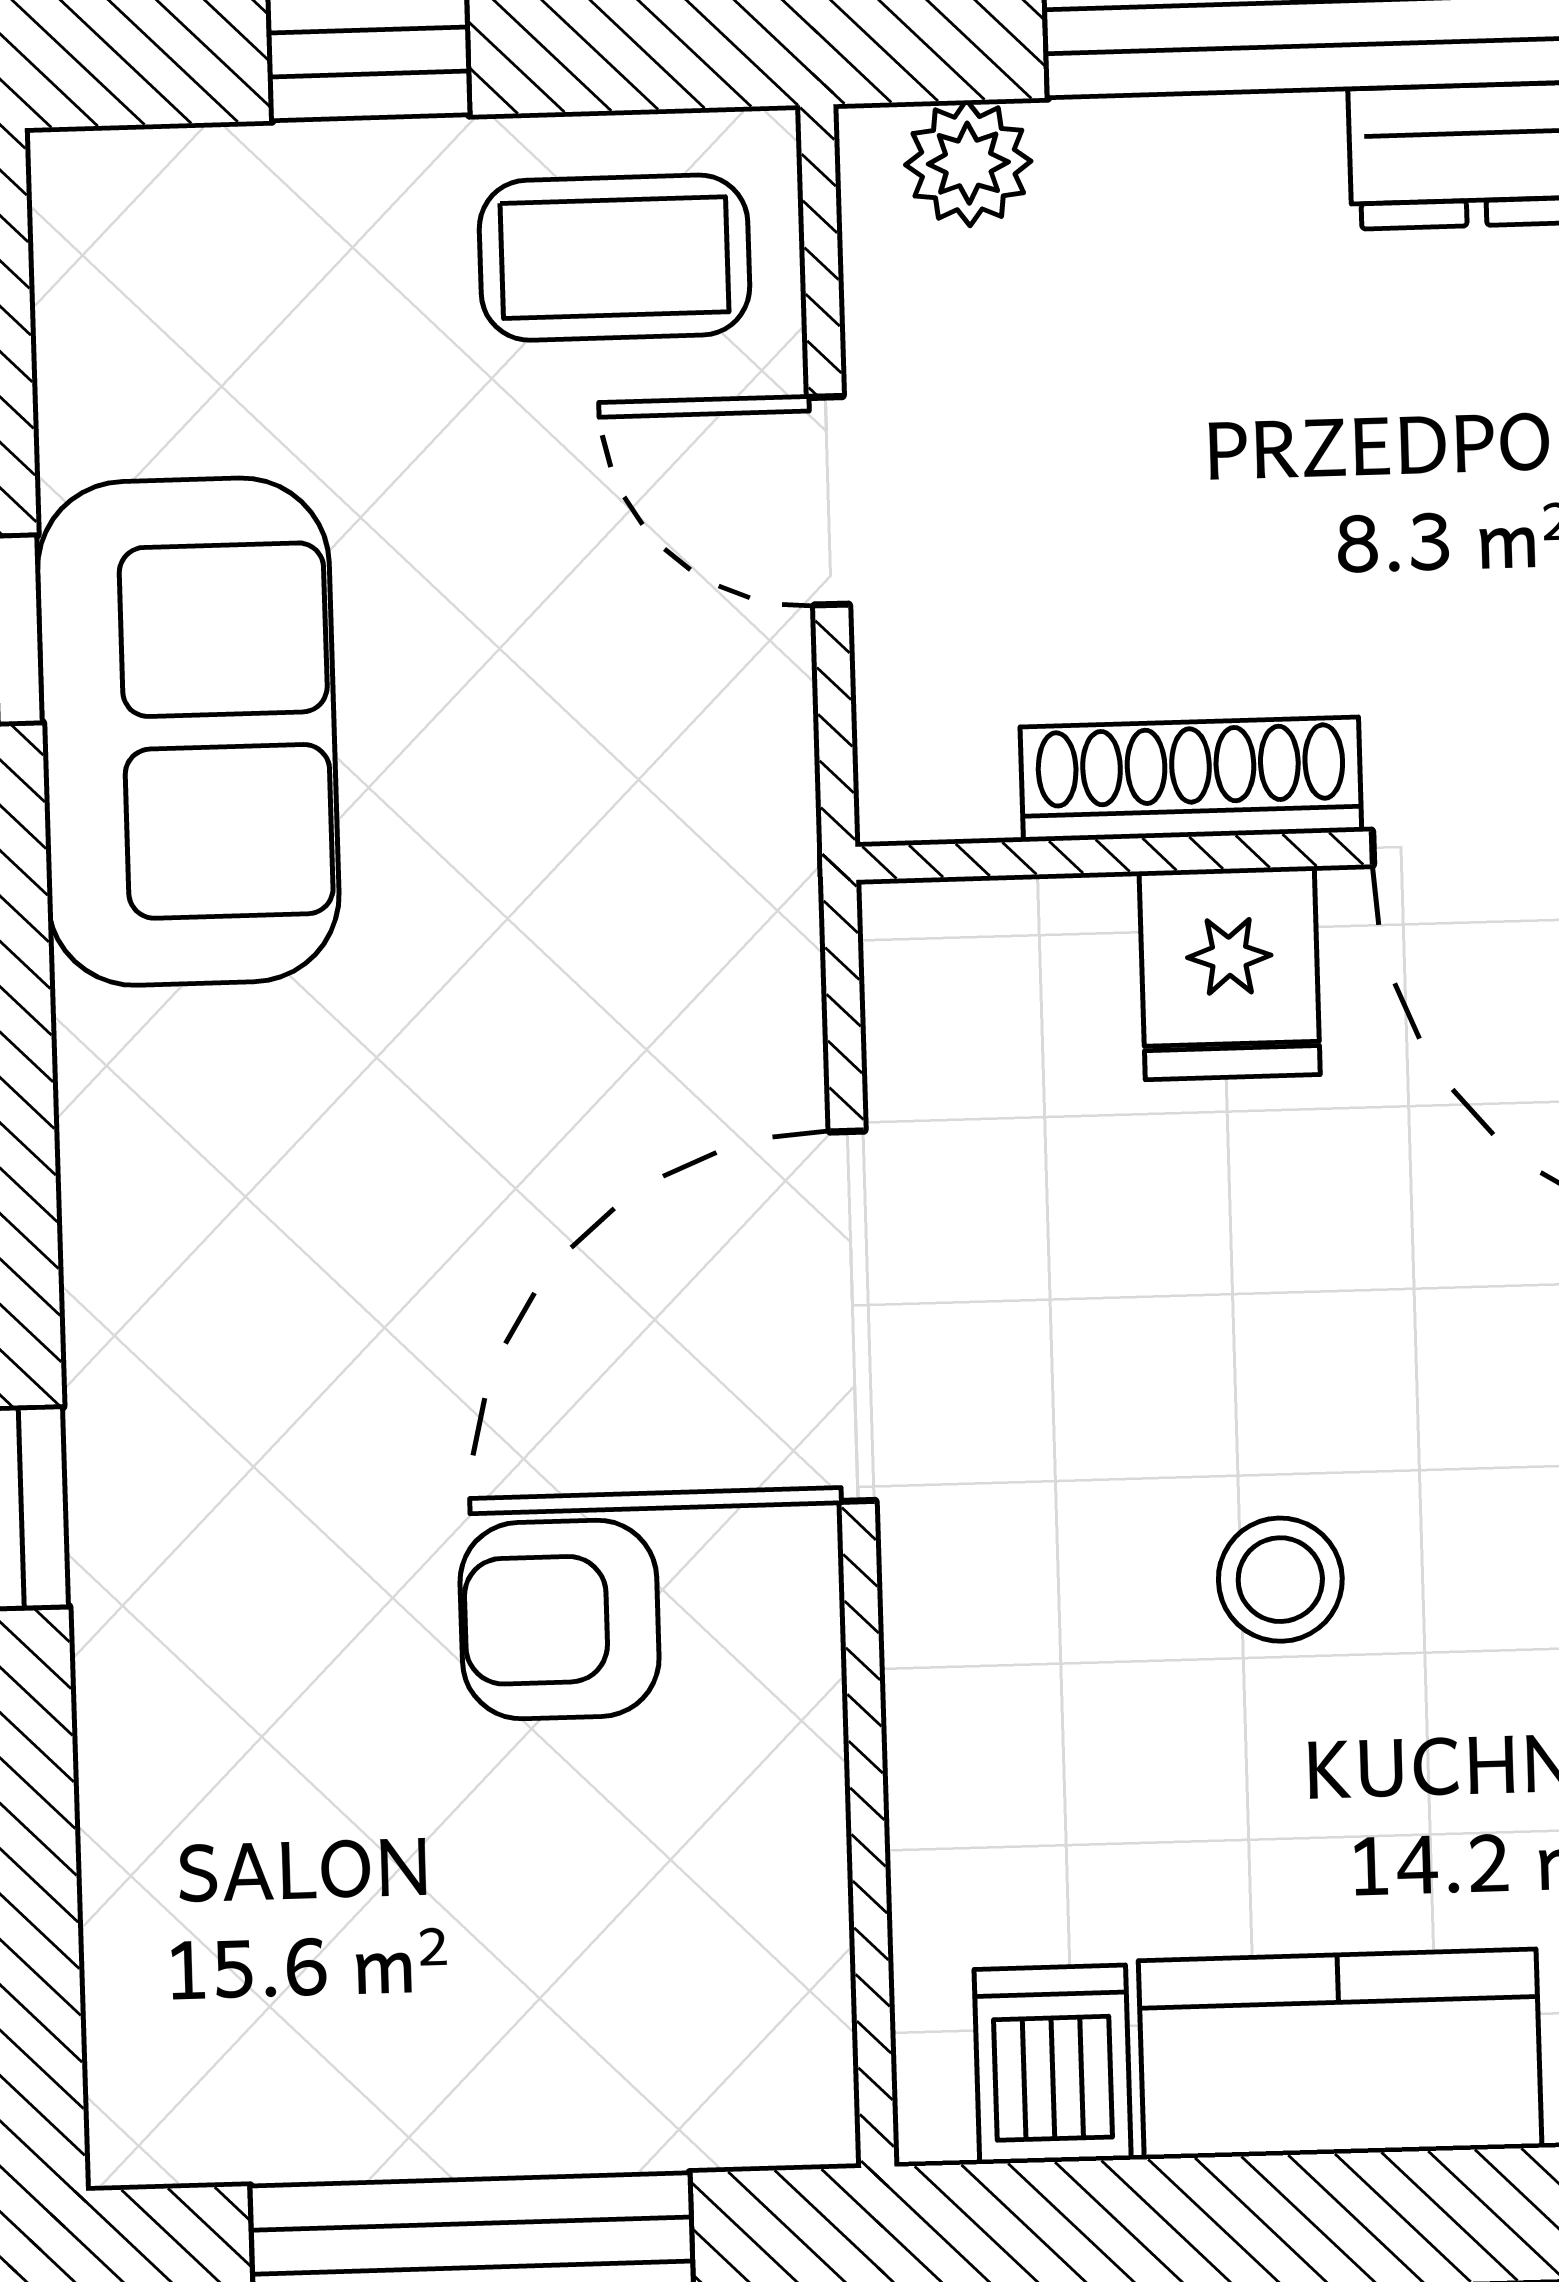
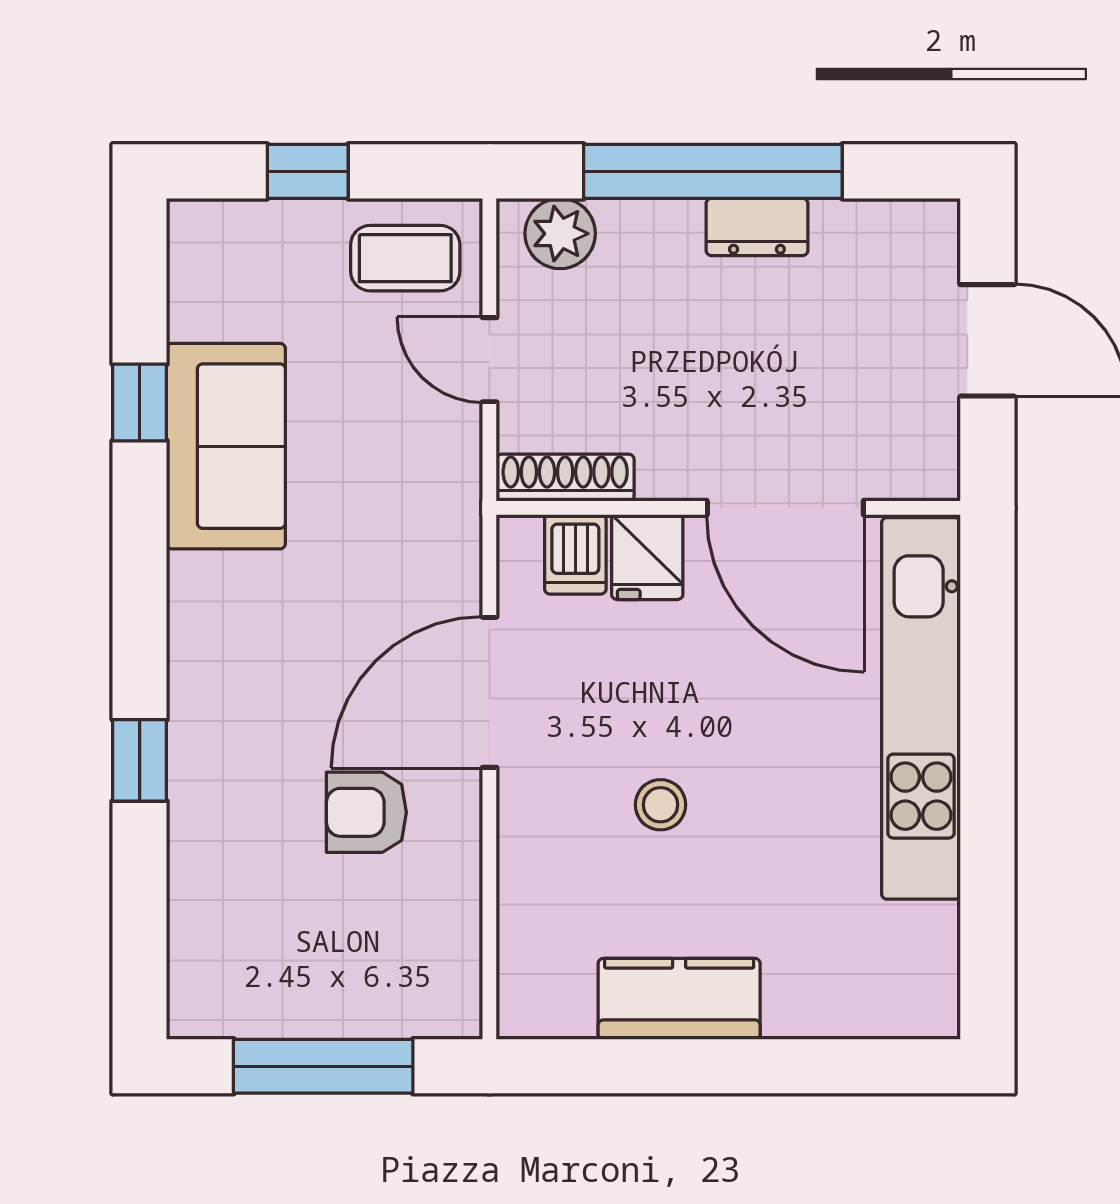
plant: (968, 163) -> (560, 234), width x1.38, depth x1.38
shoe rack: (1191, 779) -> (565, 478), moved
dishwasher: (1053, 2065) -> (575, 554), moved, turned 180

